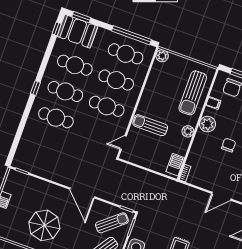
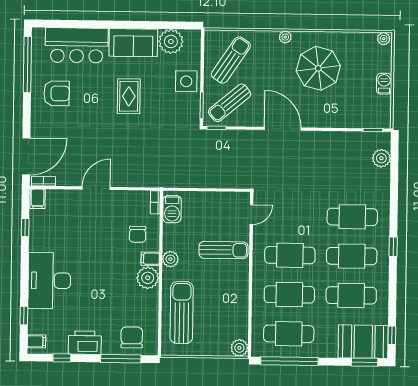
filing cabinet: (213, 103) -> (150, 259), moved
chair: (229, 145) -> (138, 234), moved
plant: (23, 150) -> (381, 158), added

